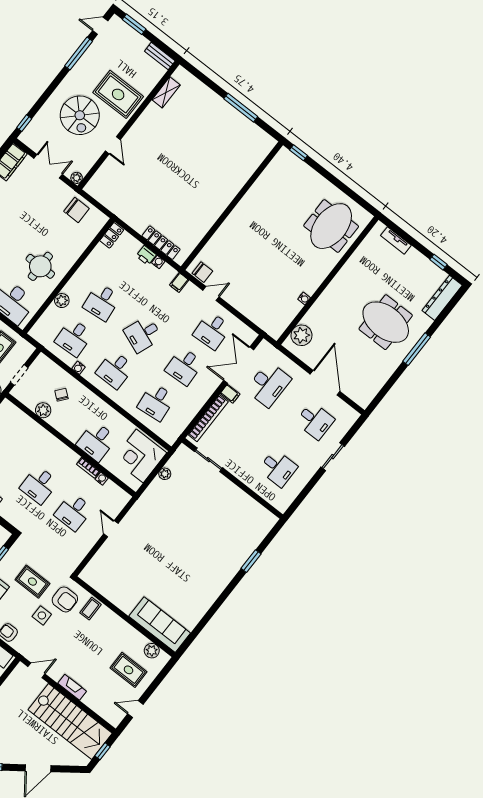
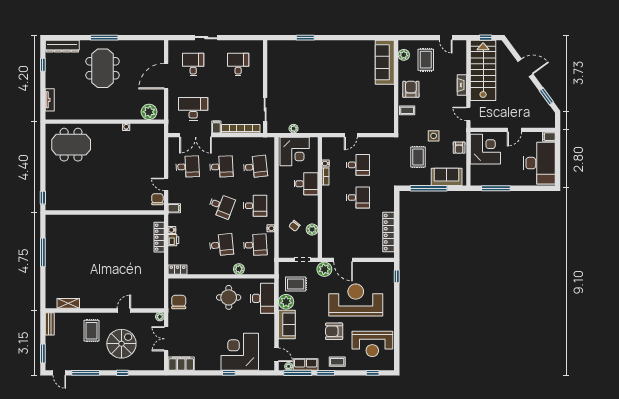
rug: (118, 94) -> (92, 331), width x0.73, depth x0.70
window: (24, 123) -> (122, 373), moved
armchair: (65, 599) -> (411, 89), moved

